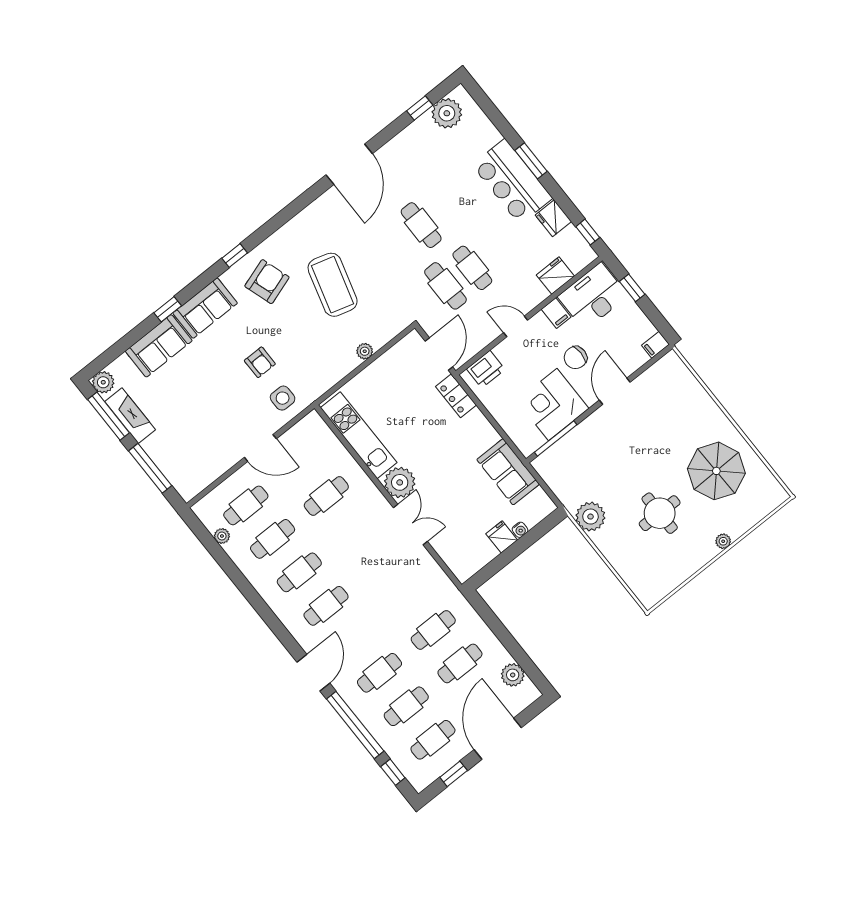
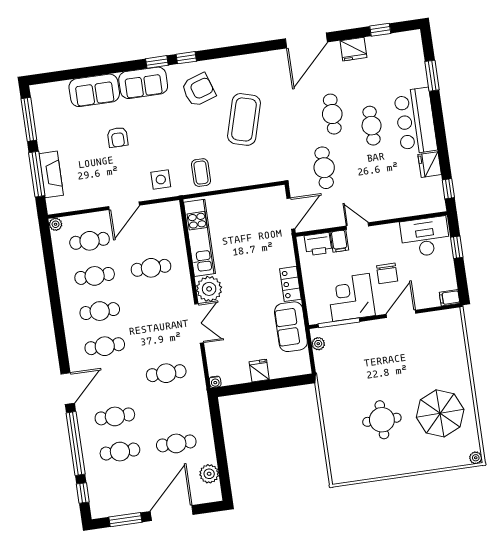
plant: (447, 113) -> (397, 45), removed
window: (531, 161) -> (432, 76), moved
cafe table: (472, 268) -> (372, 126), moved
fridge: (555, 276) -> (353, 49), moved, turned 180
window: (168, 309) -> (157, 62), moved
filing cabinet: (556, 313) -> (339, 241), moved
plant: (365, 351) -> (239, 180), removed
chair: (576, 358) -> (387, 273), turned -90
armchair: (260, 362) -> (118, 137), moved
coffee table: (320, 366) -> (201, 173), added
plant: (103, 382) -> (39, 93), removed
locker: (456, 396) -> (290, 284), moved
fireplace: (130, 416) -> (51, 174), moved
door: (260, 448) -> (124, 206), hinge flipped
plant: (591, 517) -> (318, 344), moved, width x0.53, depth x0.53
water cooler: (520, 530) -> (215, 382), moved
plant: (222, 536) -> (56, 224), moved
plant: (723, 541) -> (476, 458), moved
cafe table: (433, 630) -> (166, 373), moved
cafe table: (433, 740) -> (125, 487), removed
window: (454, 774) -> (125, 520), width x1.50

